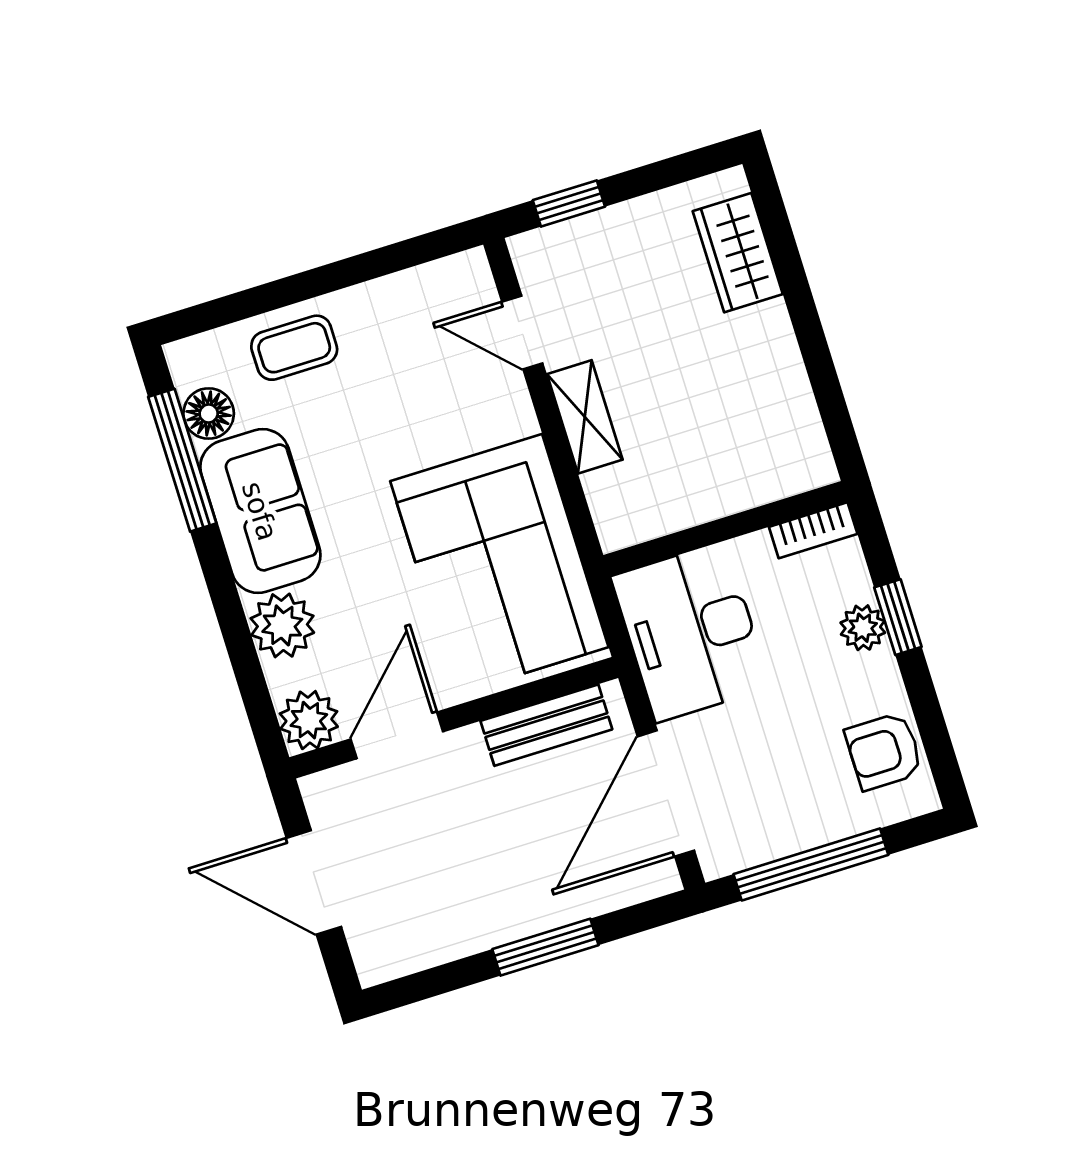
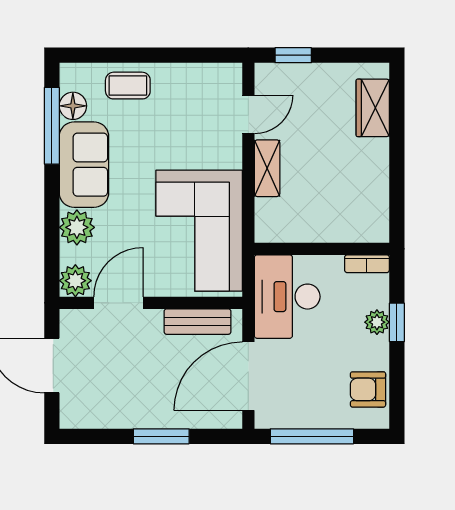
door: (522, 332) -> (248, 114), swing flipped

